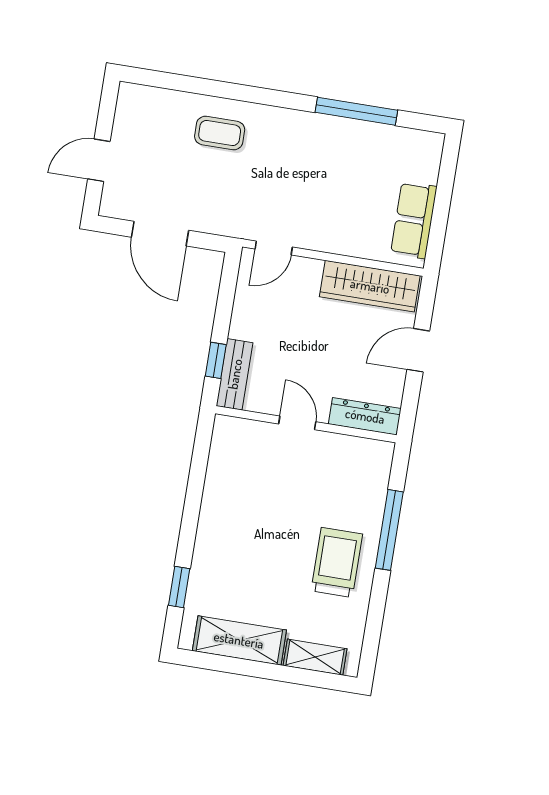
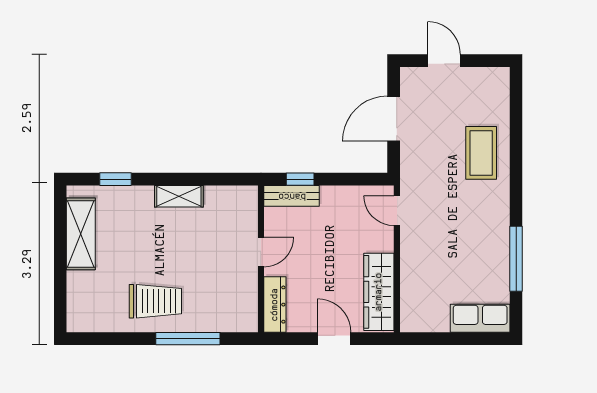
coffee table: (220, 133) -> (481, 153), width x1.36, depth x1.30
row of seats: (414, 220) -> (480, 318), moved
shelving: (315, 657) -> (179, 196), moved, turned 90

